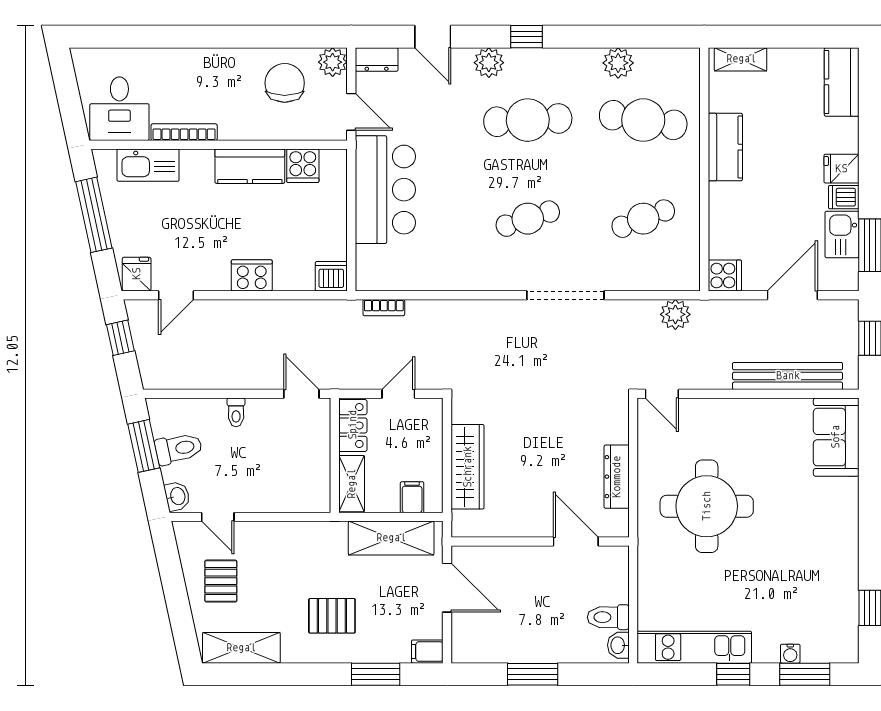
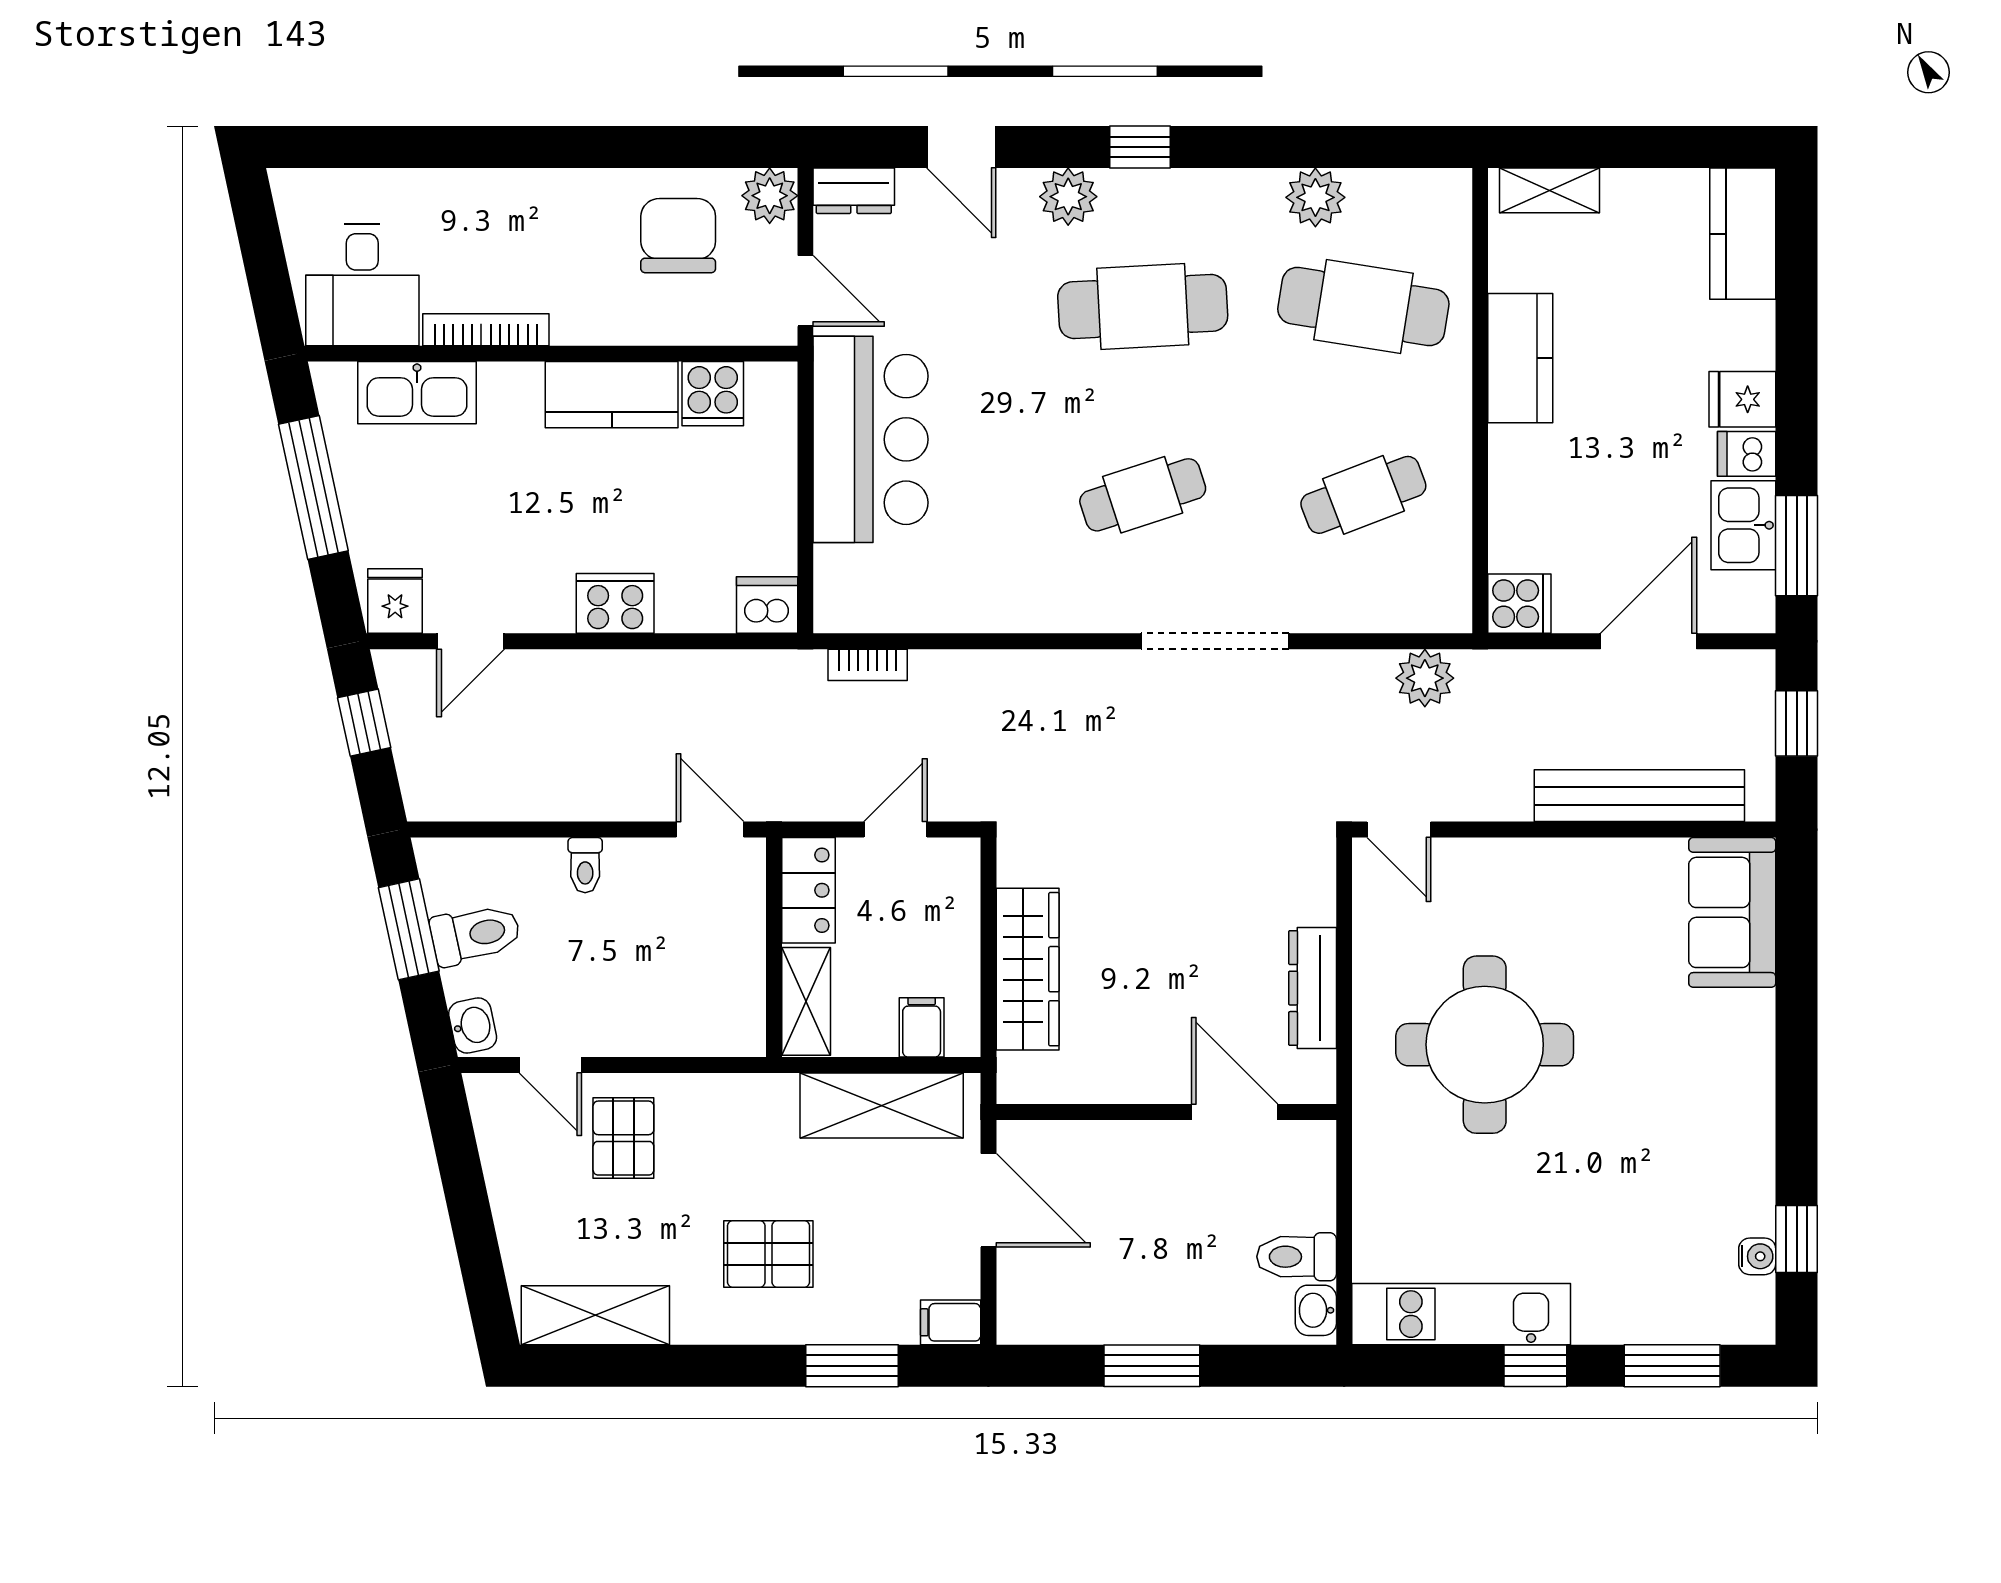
pallet: (221, 581) -> (623, 1138), moved
water cooler: (790, 654) -> (1757, 1256), moved, turned -90

